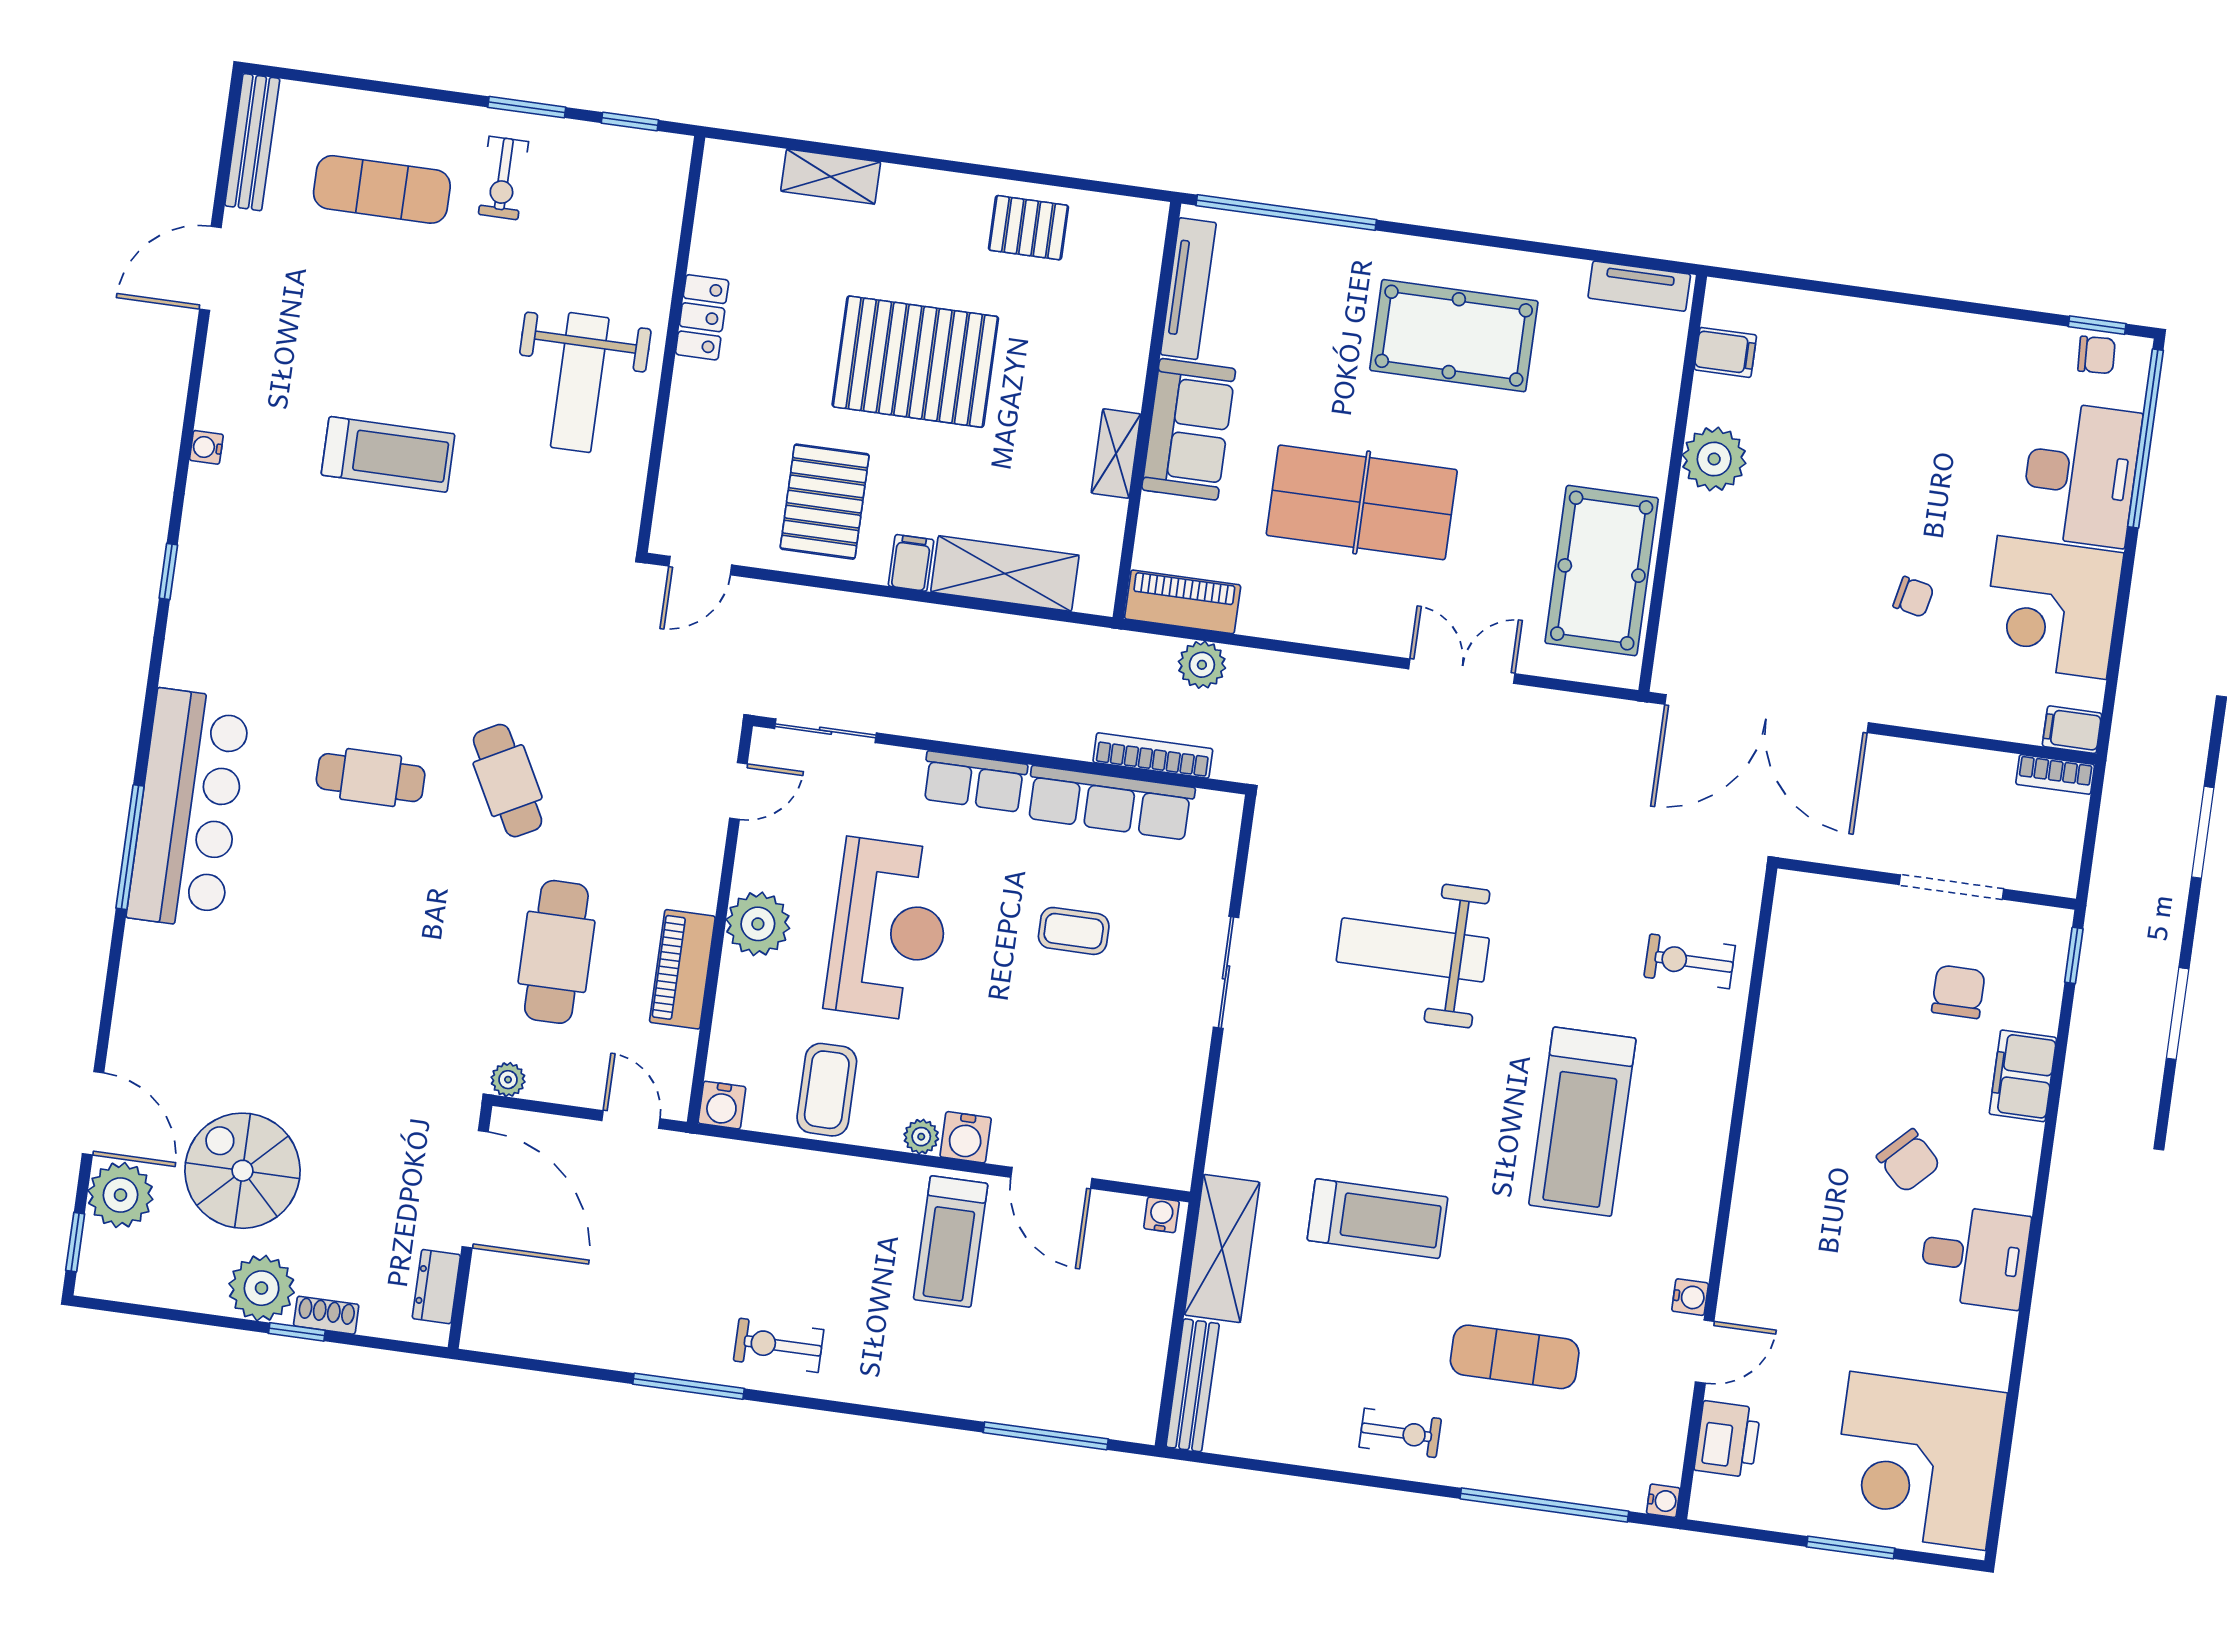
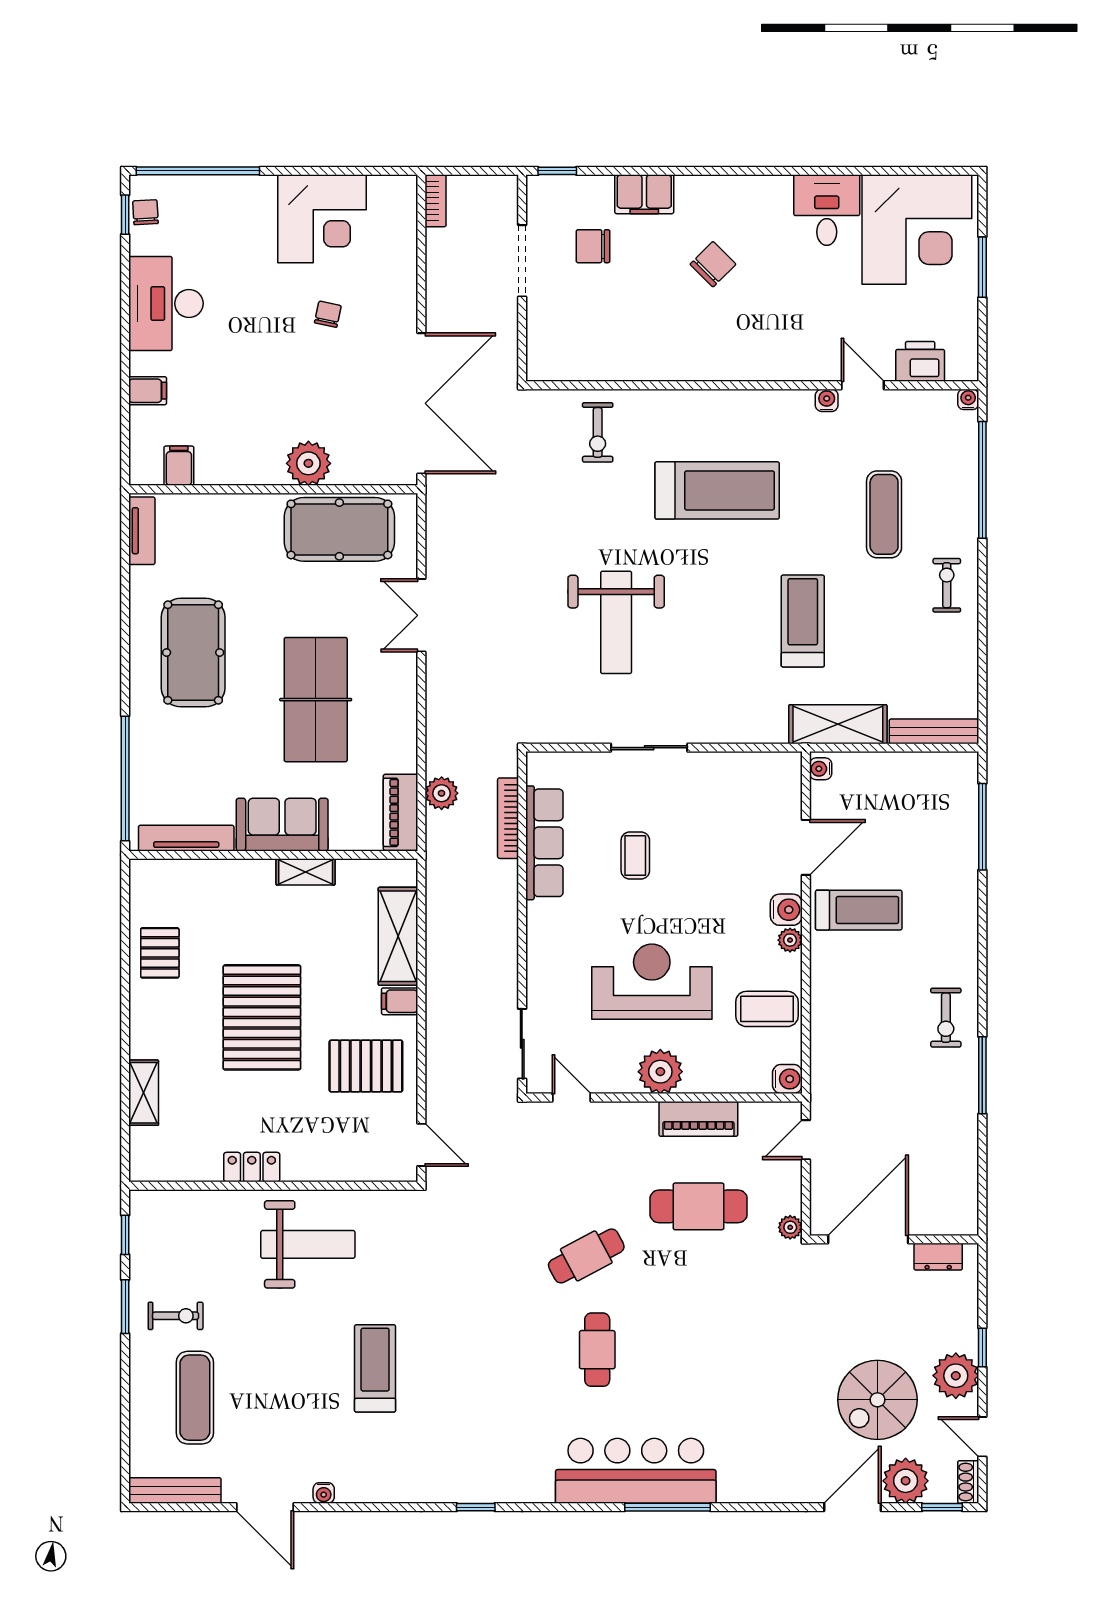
water cooler: (206, 447) -> (324, 1493), moved
plant: (1714, 459) -> (308, 463), moved
desk: (2081, 474) -> (166, 303), moved, turned -90
filing cabinet: (2072, 730) -> (148, 391), moved, turned -90
row of seats: (974, 782) -> (543, 937), removed
desk: (1975, 1257) -> (827, 210), moved
door: (168, 1314) -> (982, 1437), added
shoe rack: (326, 1315) -> (968, 1482), moved

